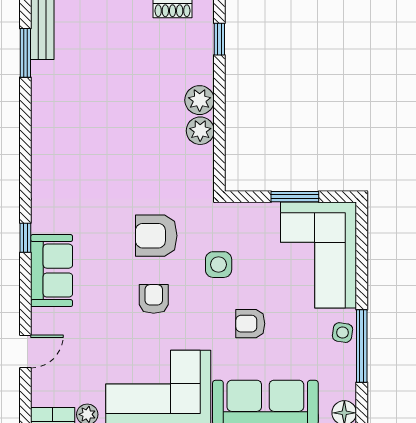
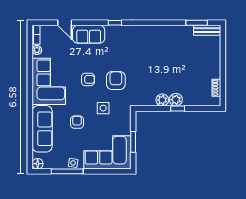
window: (219, 39) -> (178, 108), moved
sofa: (52, 271) -> (89, 34), moved

